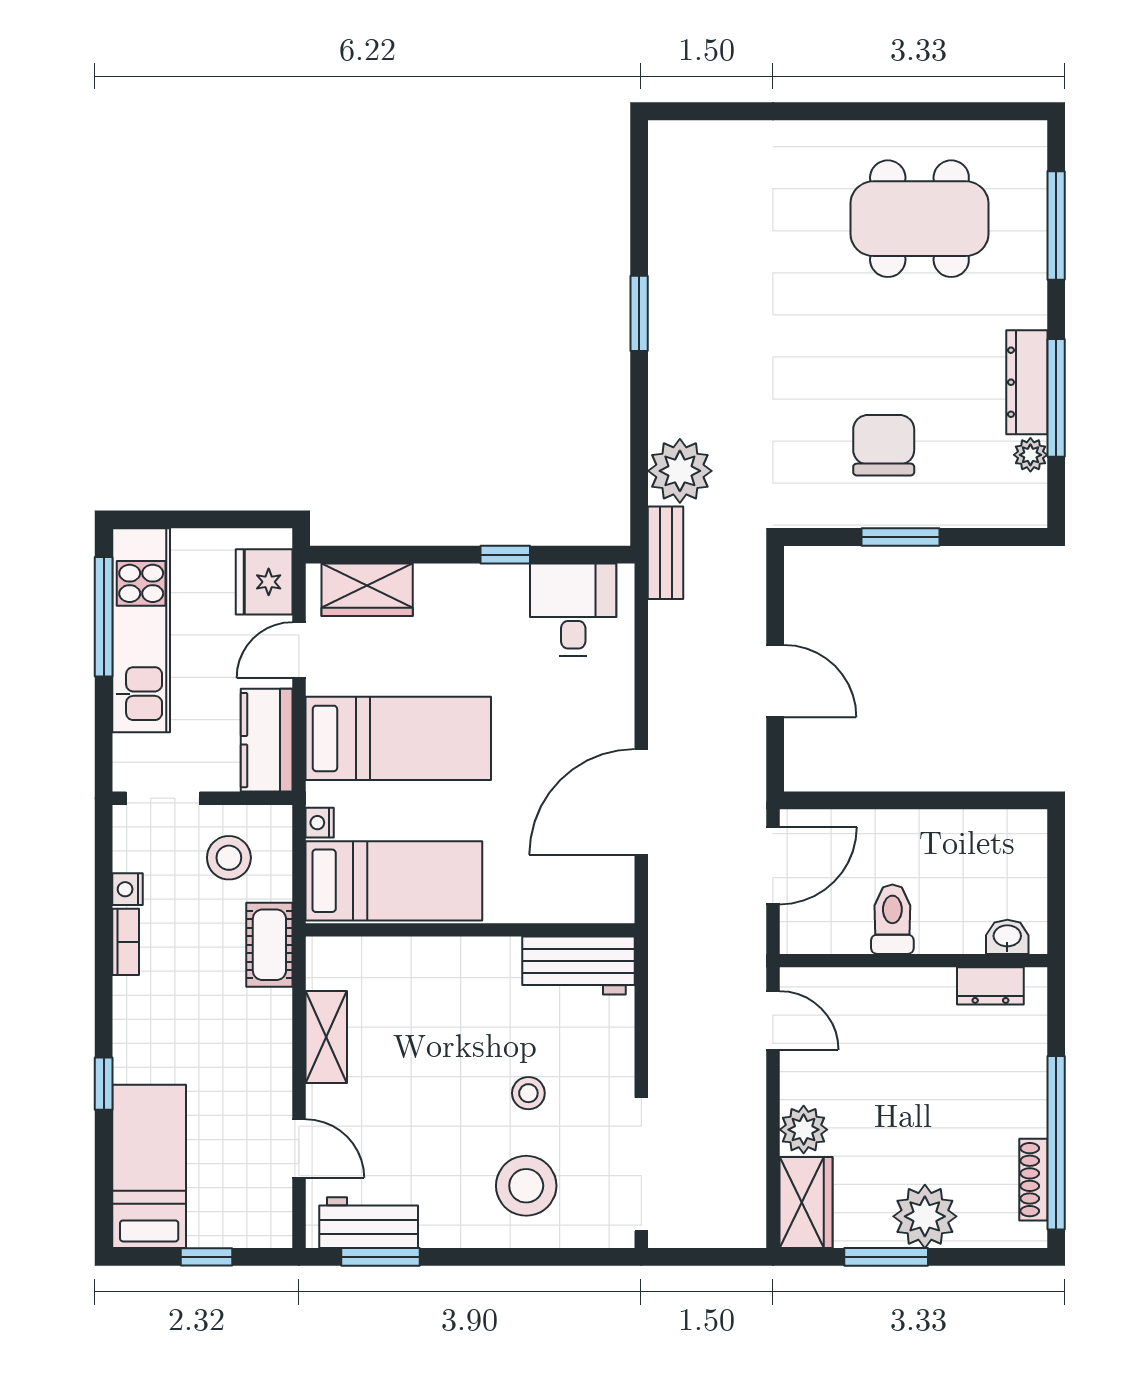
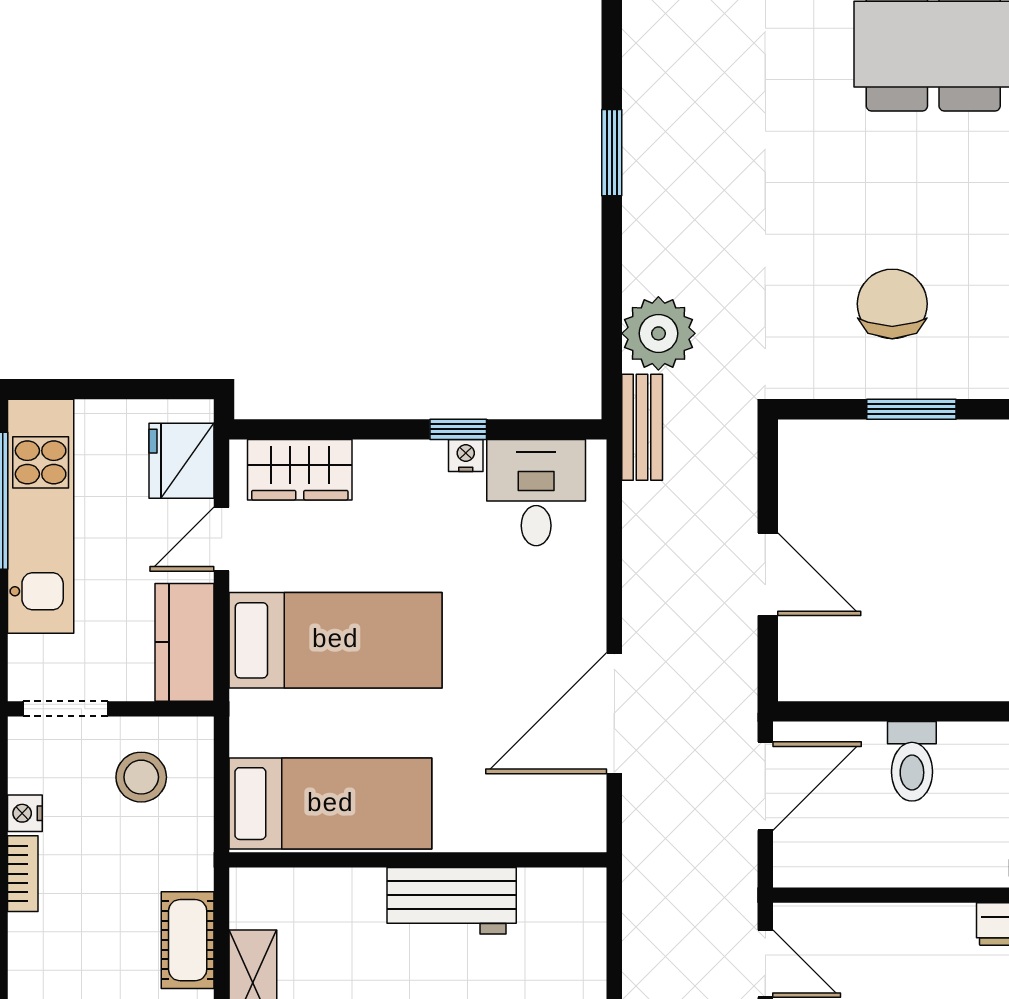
nightstand: (320, 823) -> (466, 456), moved, turned 90
toilet: (892, 919) -> (912, 761), moved, turned 180
cot: (269, 945) -> (188, 940), moved
workbench: (579, 965) -> (452, 901), moved

